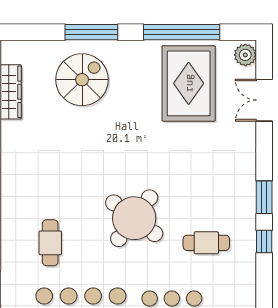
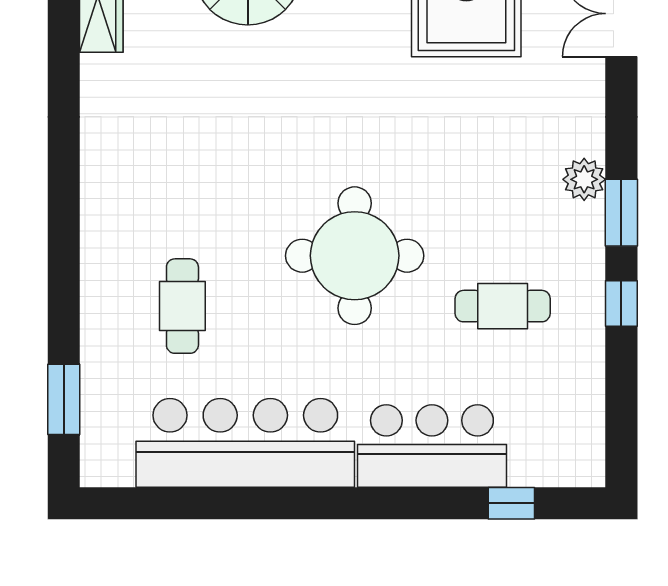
plant: (246, 181) -> (584, 179), added
round table: (134, 218) -> (355, 256), turned -37

